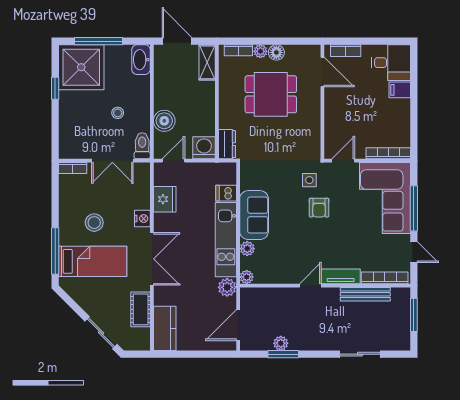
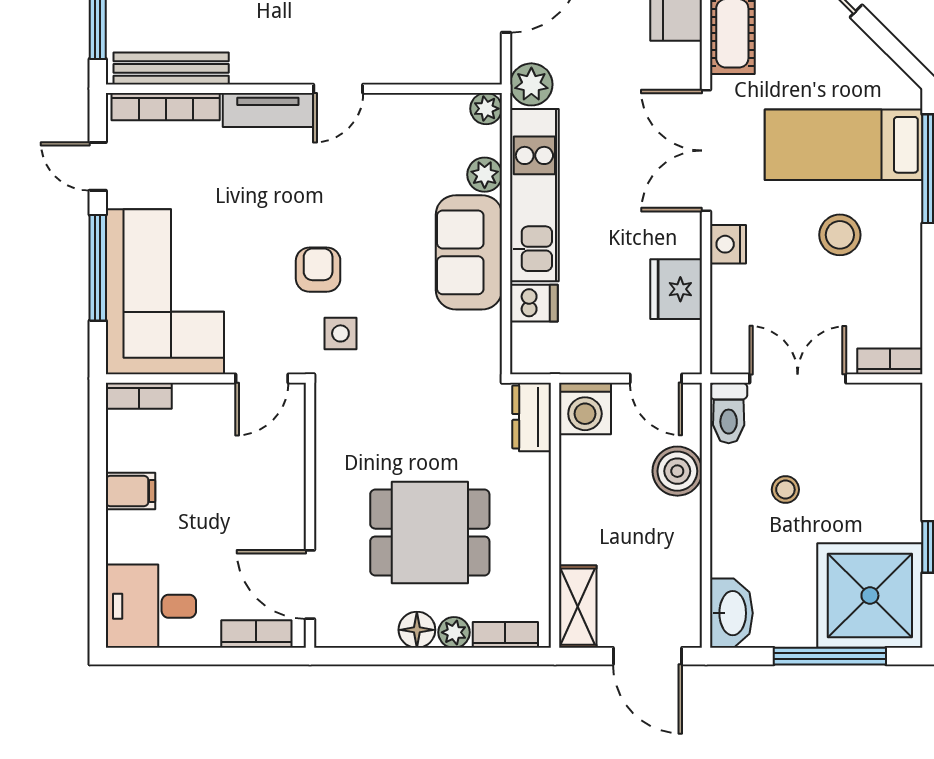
filing cabinet: (400, 90) -> (130, 491), moved
bookcase: (388, 153) -> (139, 396), width x0.64
door: (173, 161) -> (656, 379), hinge flipped
bench: (365, 294) -> (171, 68), moved

